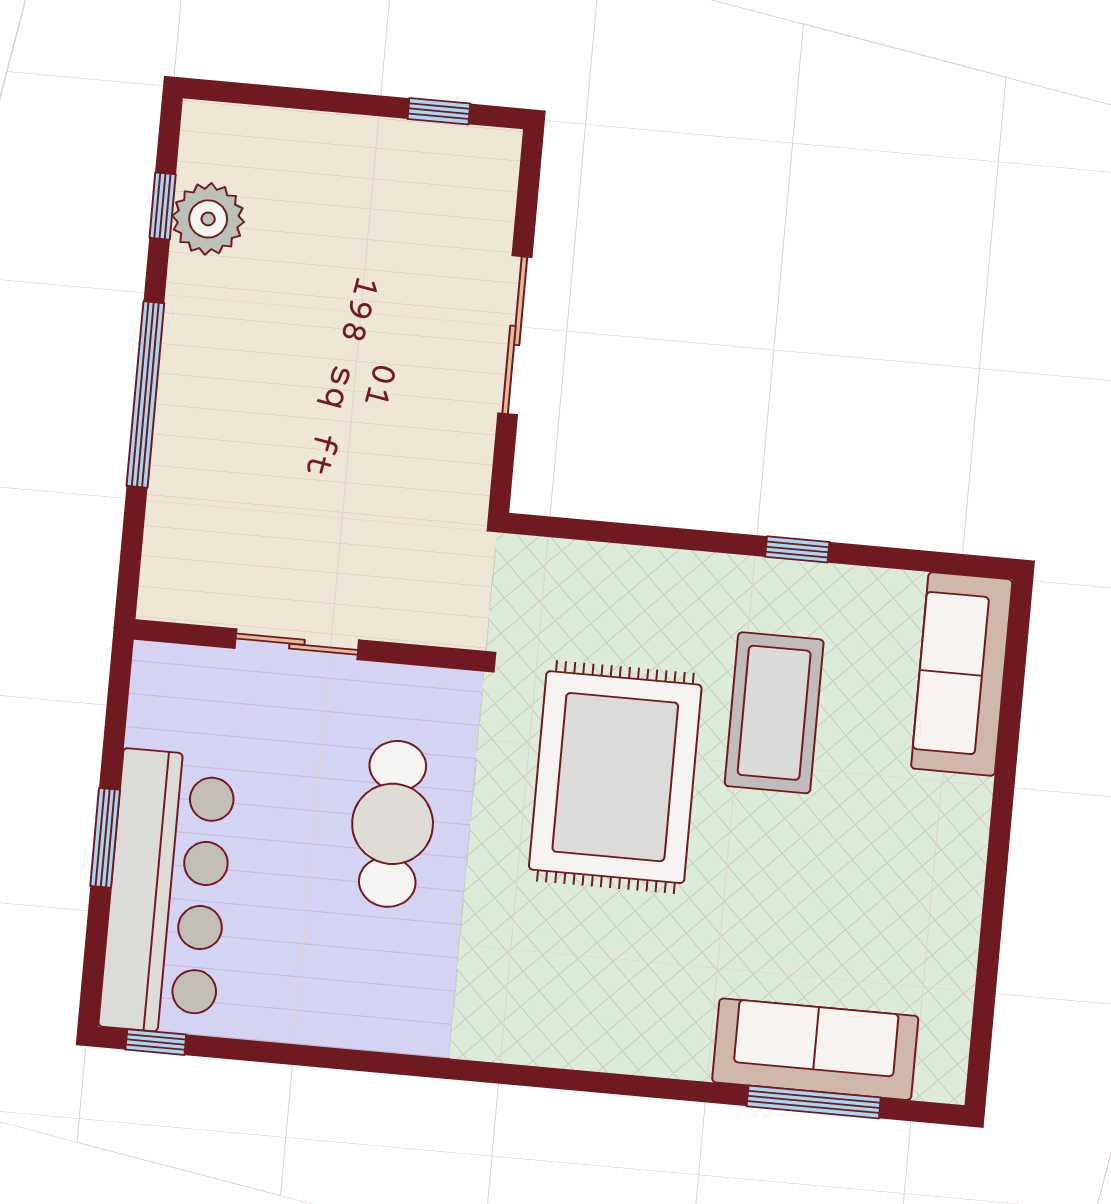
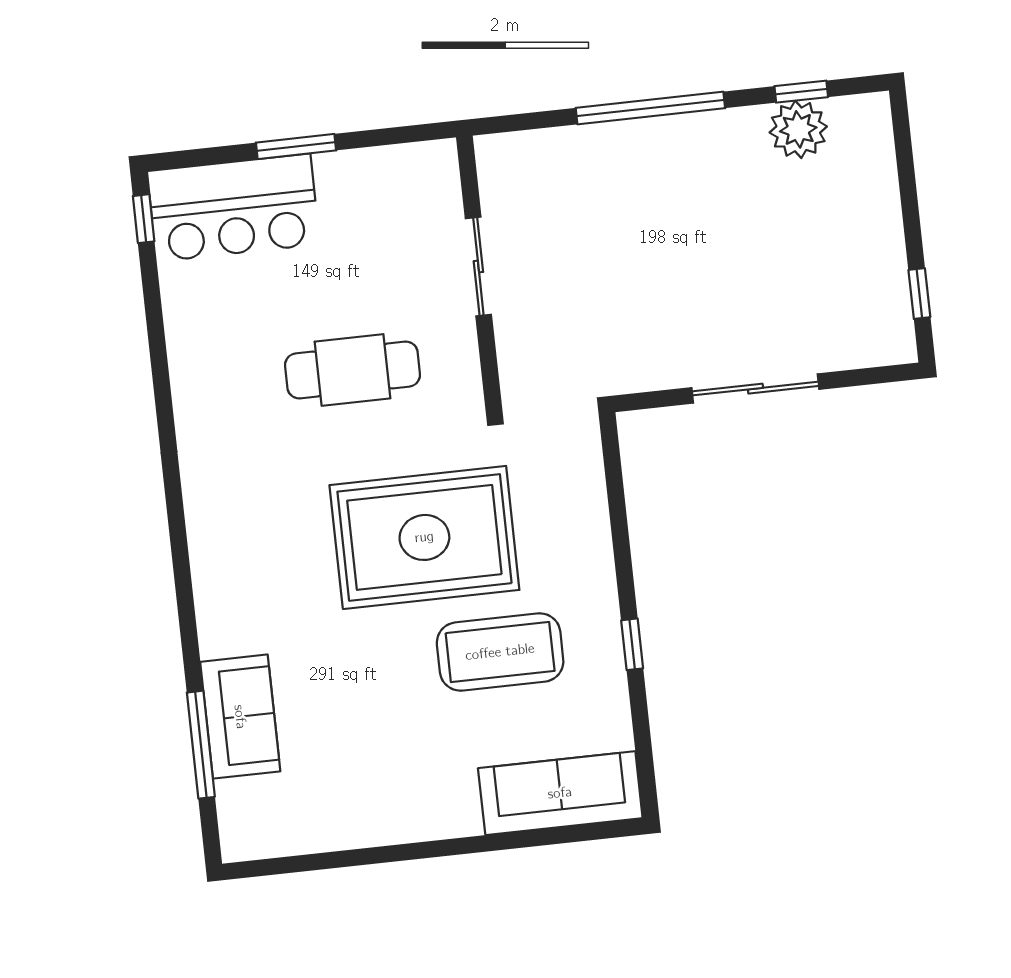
bar counter: (168, 892) -> (233, 208), width x0.73
sofa: (815, 1049) -> (240, 717), width x0.73

